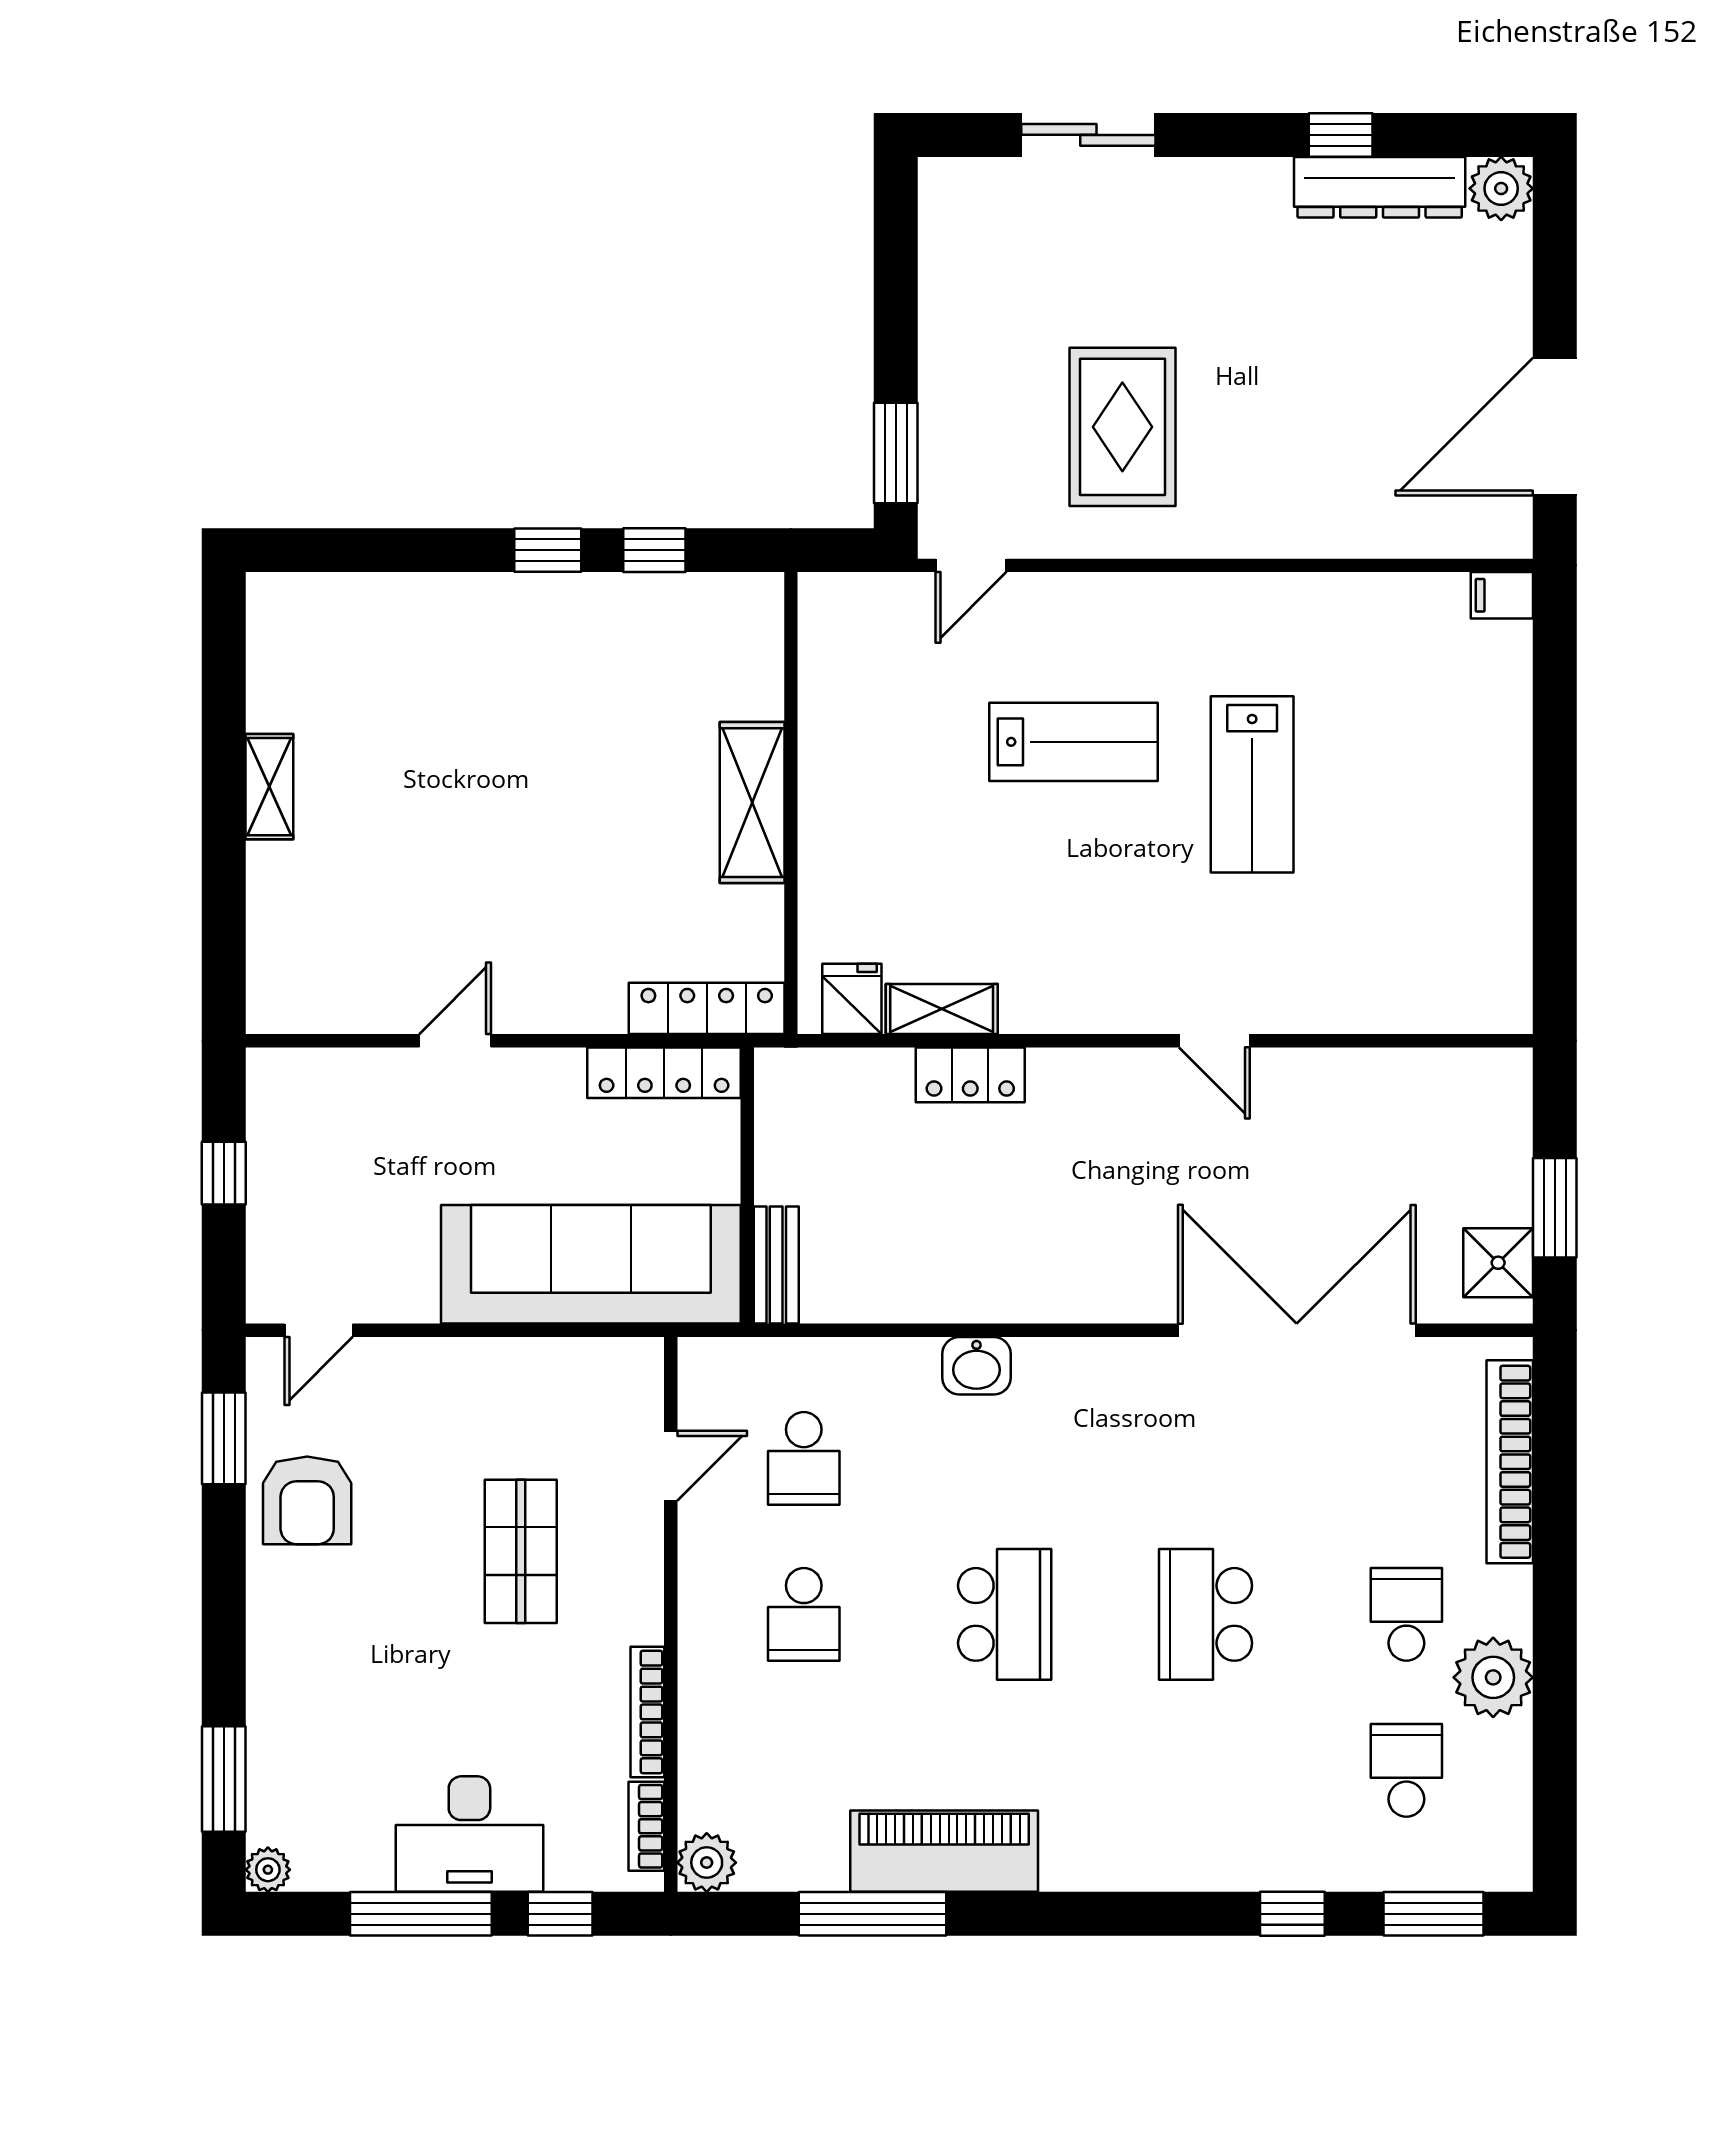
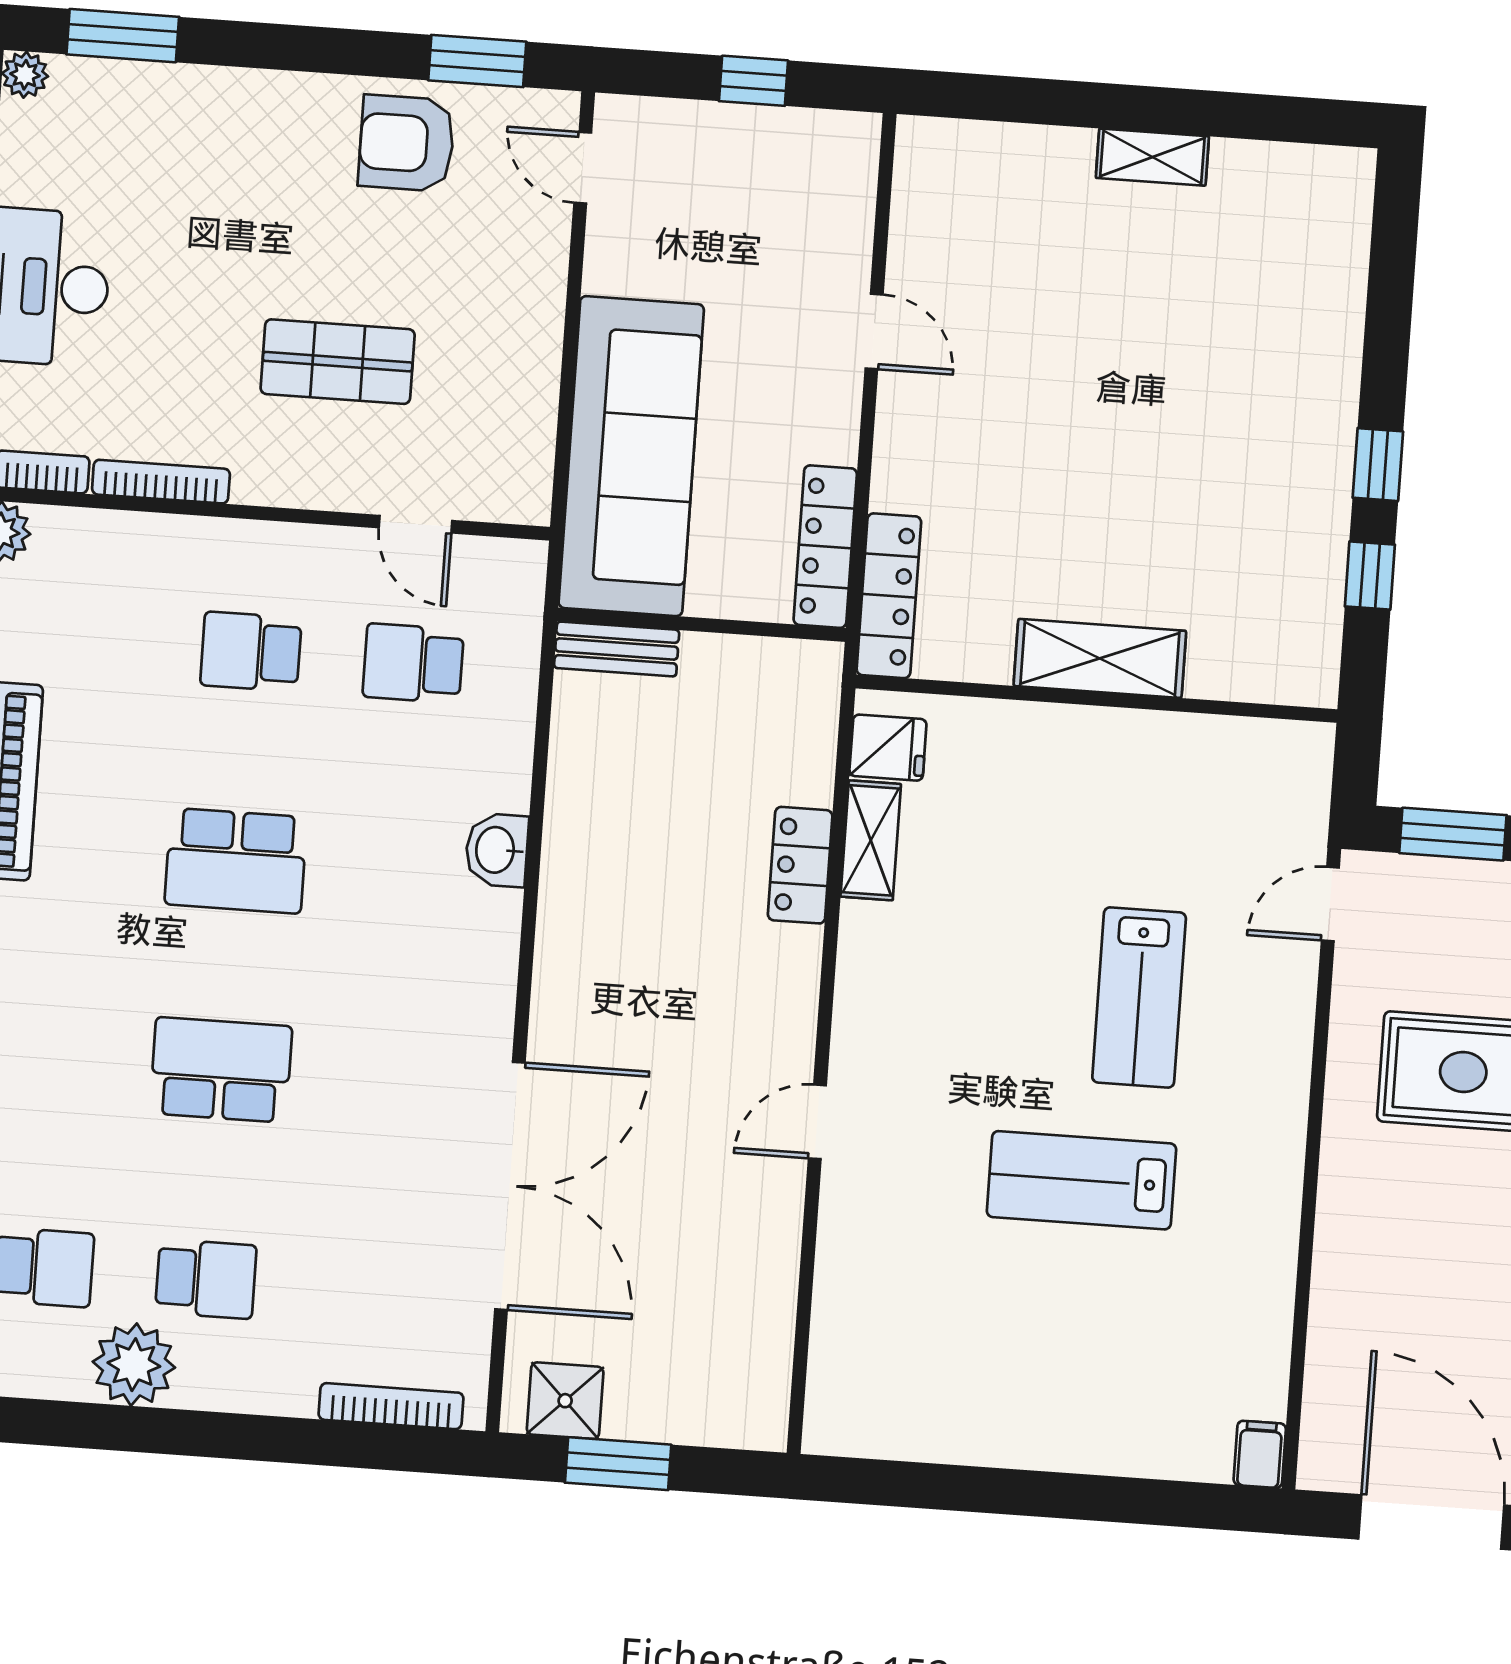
door: (971, 565) -> (1330, 904), hinge flipped
bookcase: (1510, 1462) -> (391, 1406), width x0.68, depth x0.76

